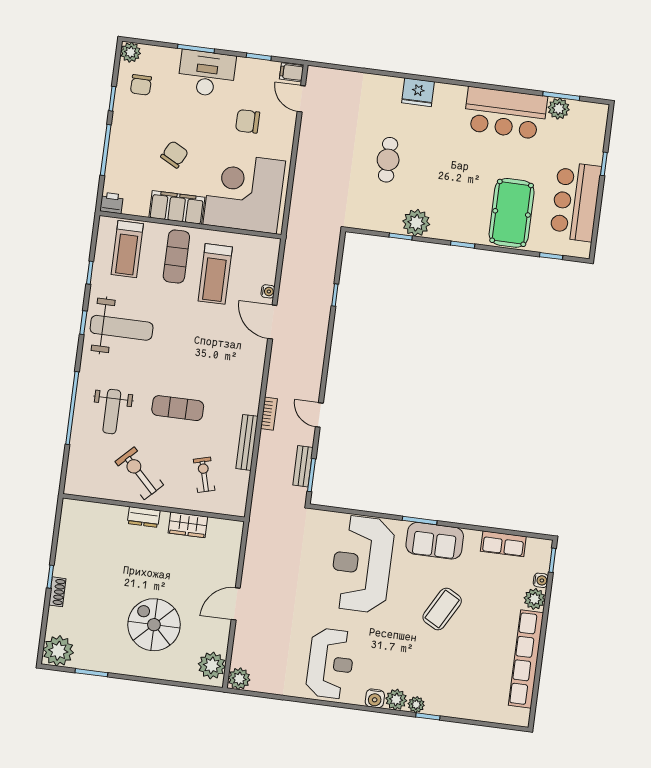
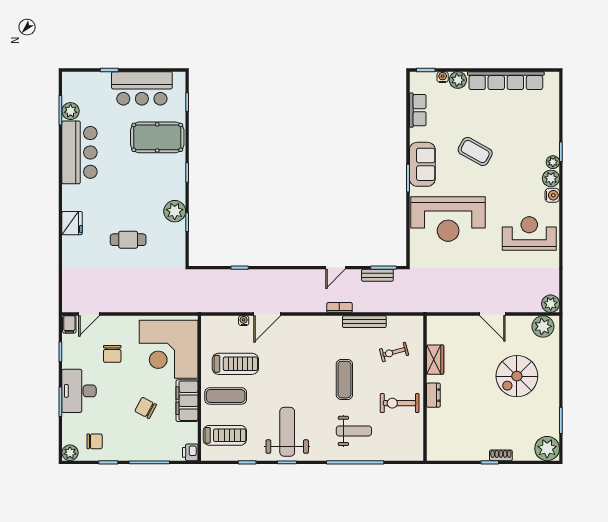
exercise bike: (139, 473) -> (400, 403), turned 45

